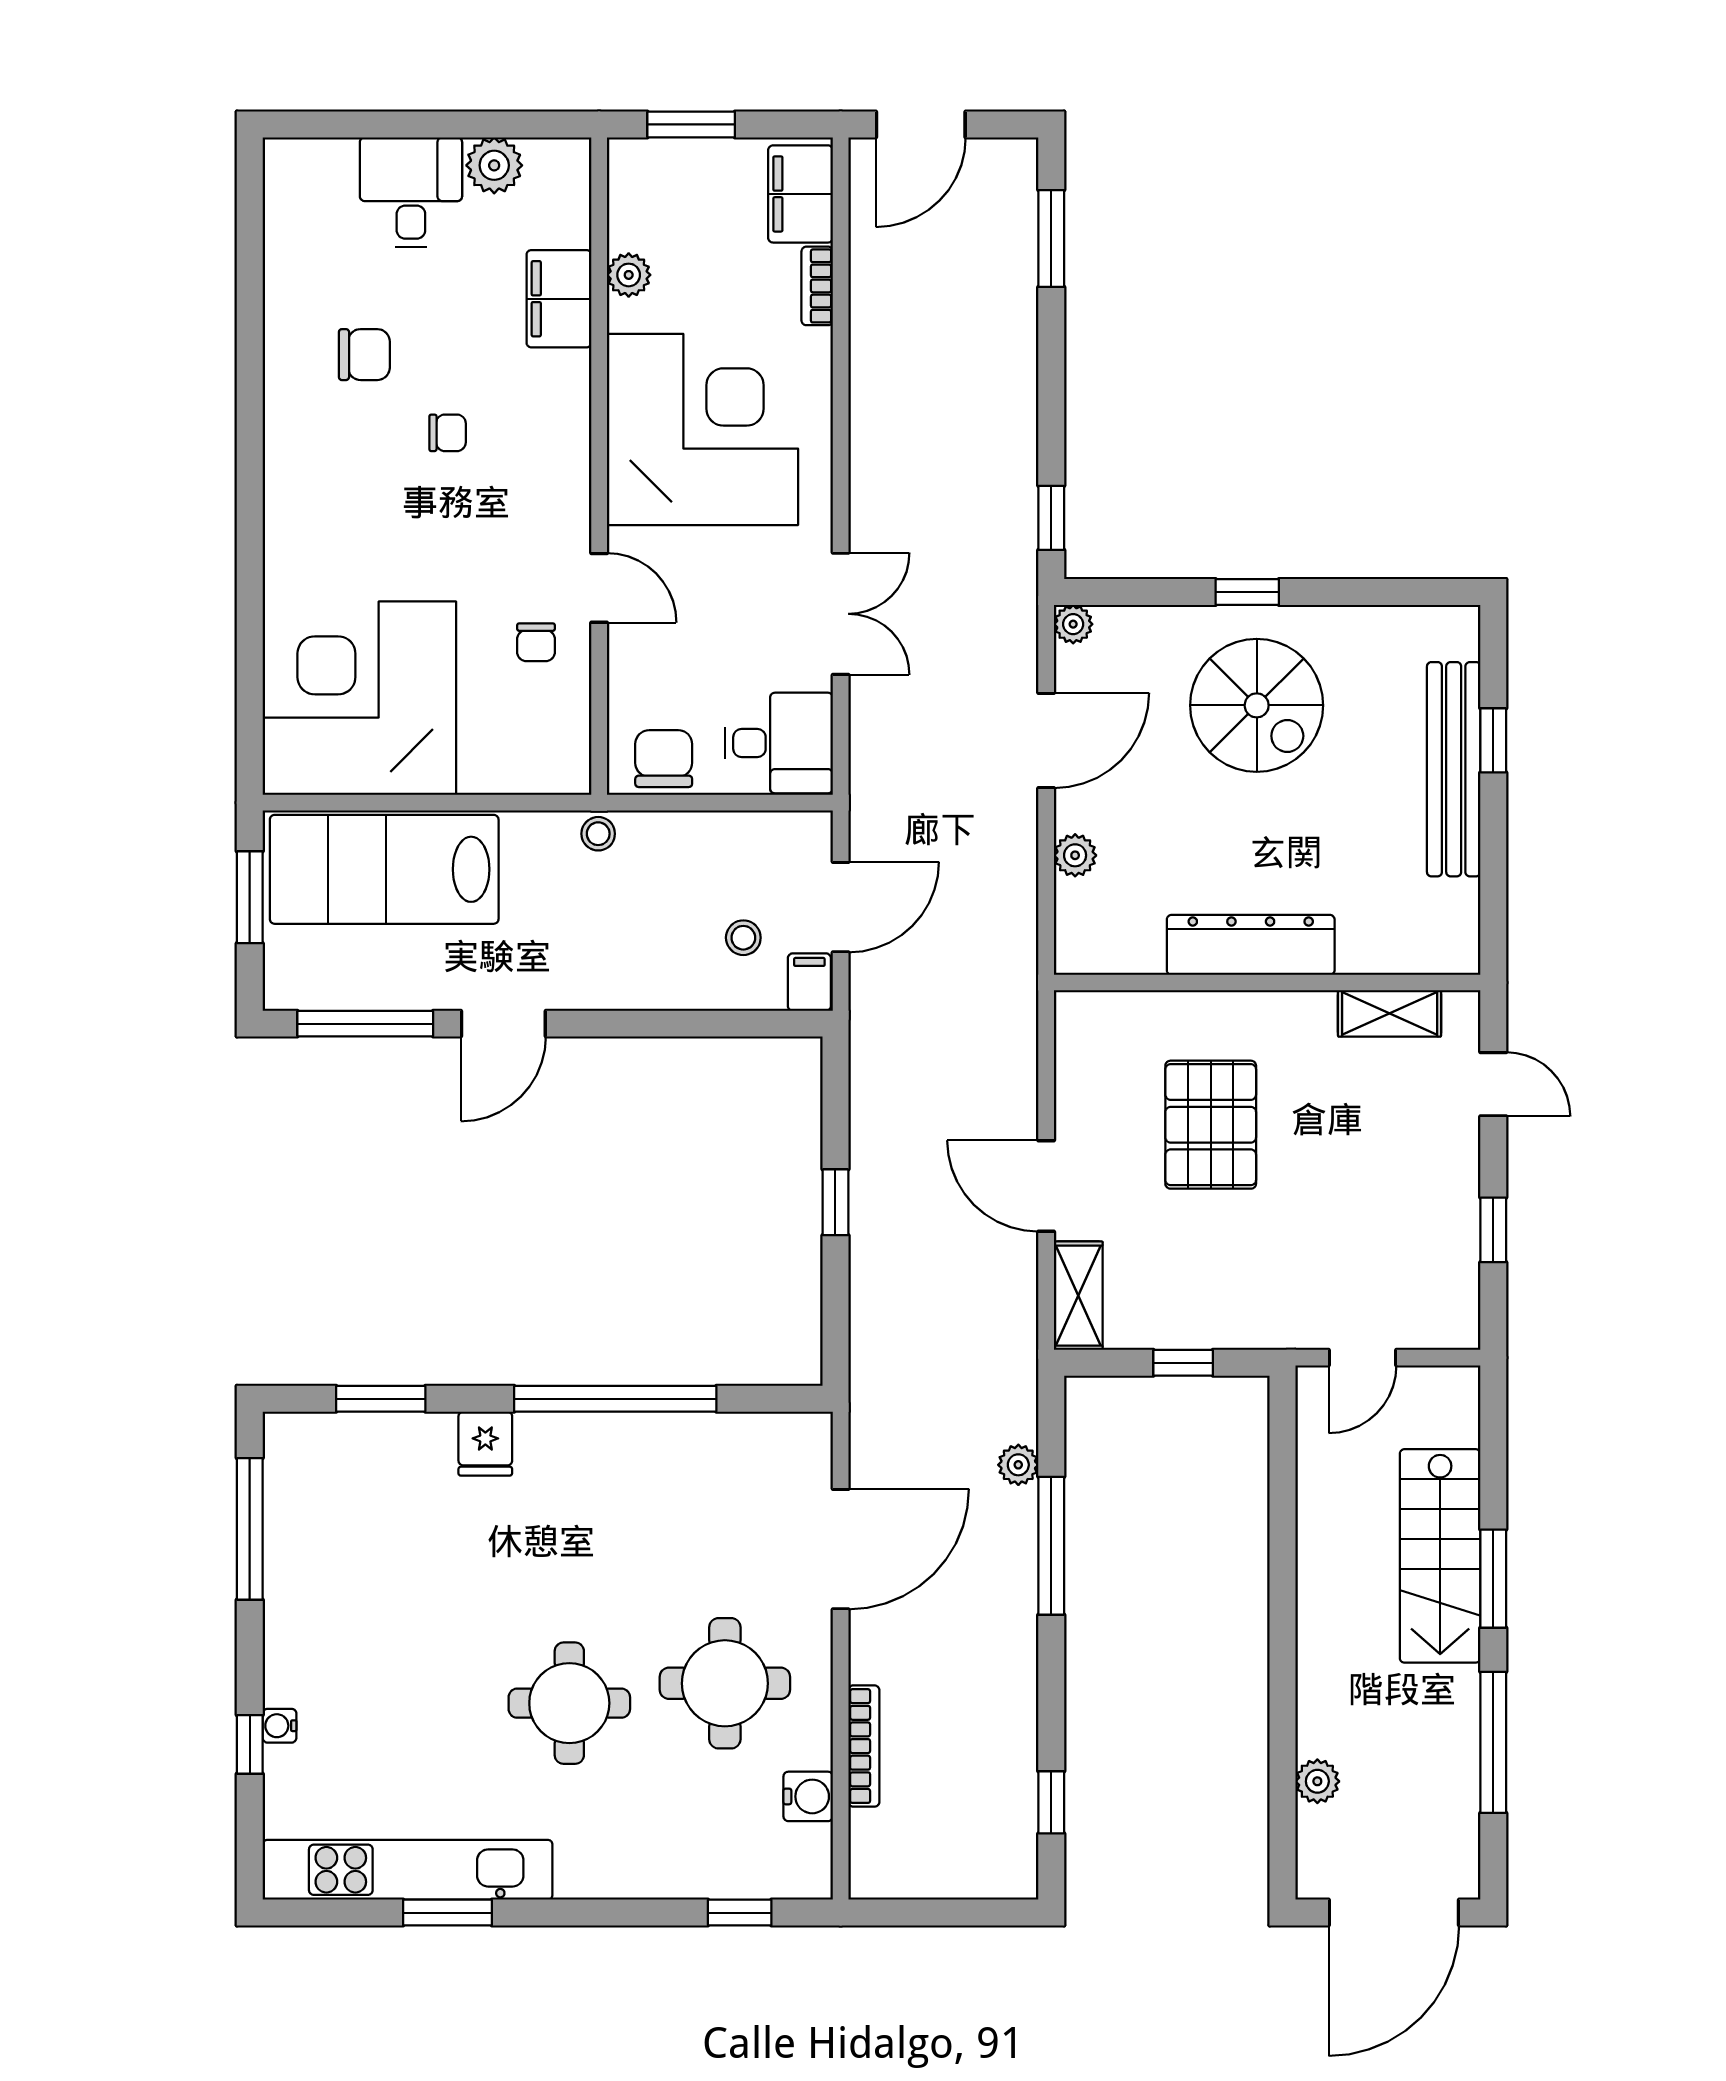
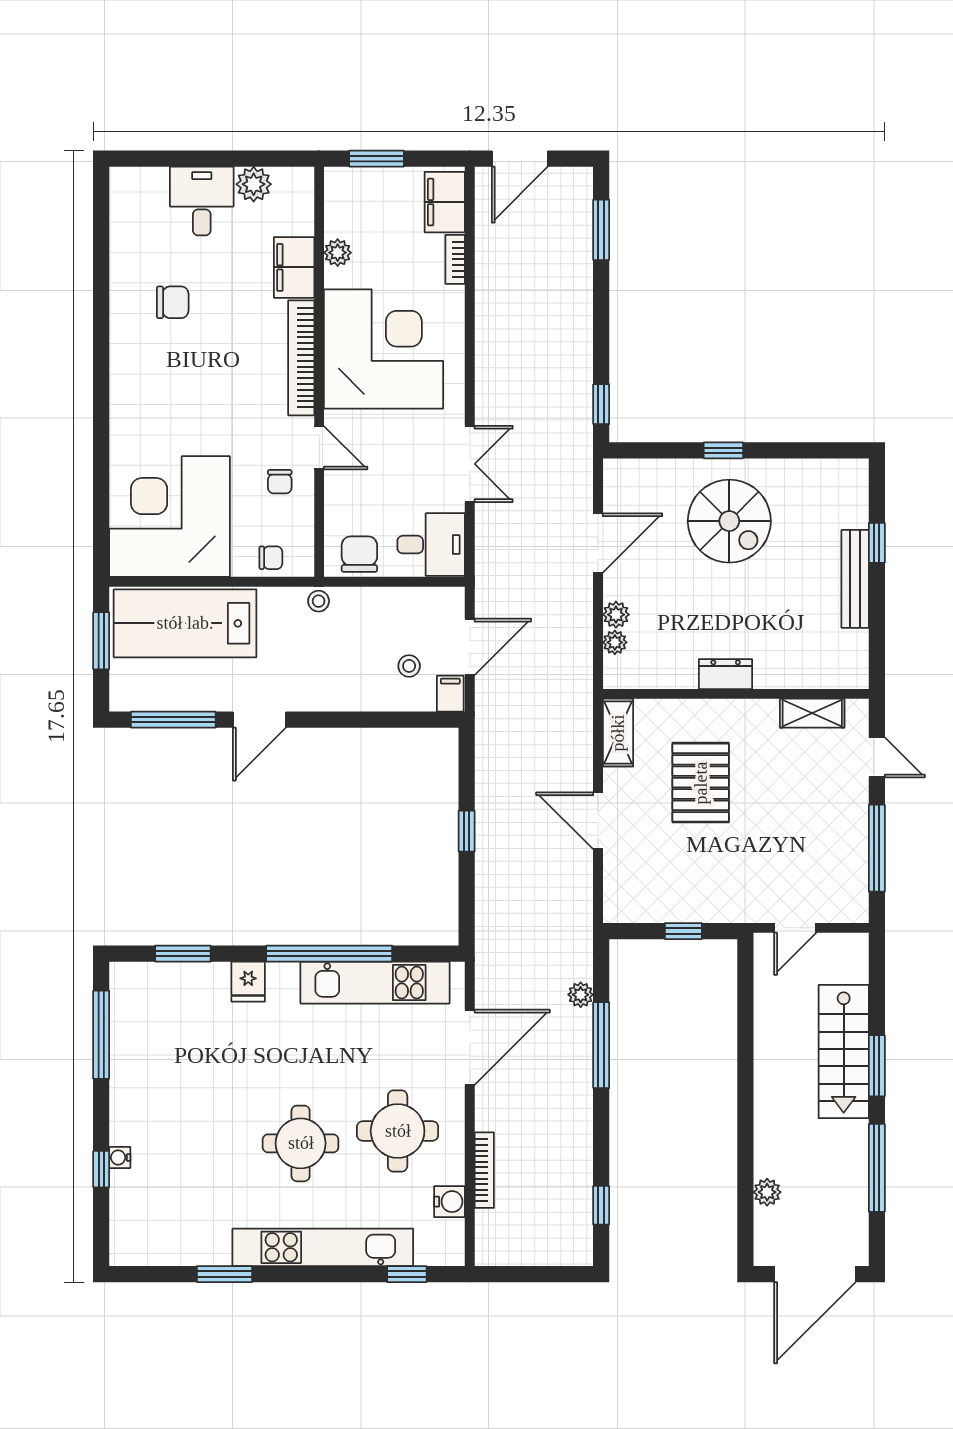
chair: (448, 433) -> (271, 558), moved
bookcase: (571, 444) -> (301, 358), added
plant: (1073, 624) -> (615, 642), moved
bench: (1454, 769) -> (855, 579), width x0.73, depth x0.82
dresser: (1251, 945) -> (726, 674), width x0.51, depth x0.80
window: (1493, 1230) -> (877, 848), width x2.17
shelving: (1078, 1296) -> (618, 733), moved
kitchen unit: (689, 1445) -> (375, 983), added
kitchen unit: (408, 1870) -> (323, 1247), moved

